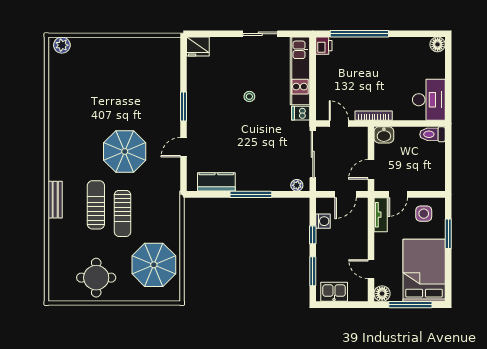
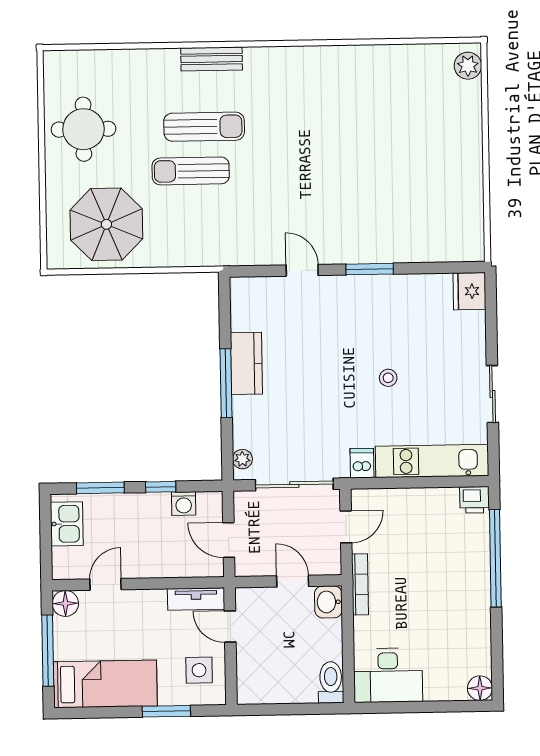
parasol: (125, 152) -> (293, 173), removed
door: (371, 169) -> (293, 581), moved
kitchen counter: (216, 182) -> (246, 363), moved
bed: (424, 270) -> (105, 684), width x0.67

